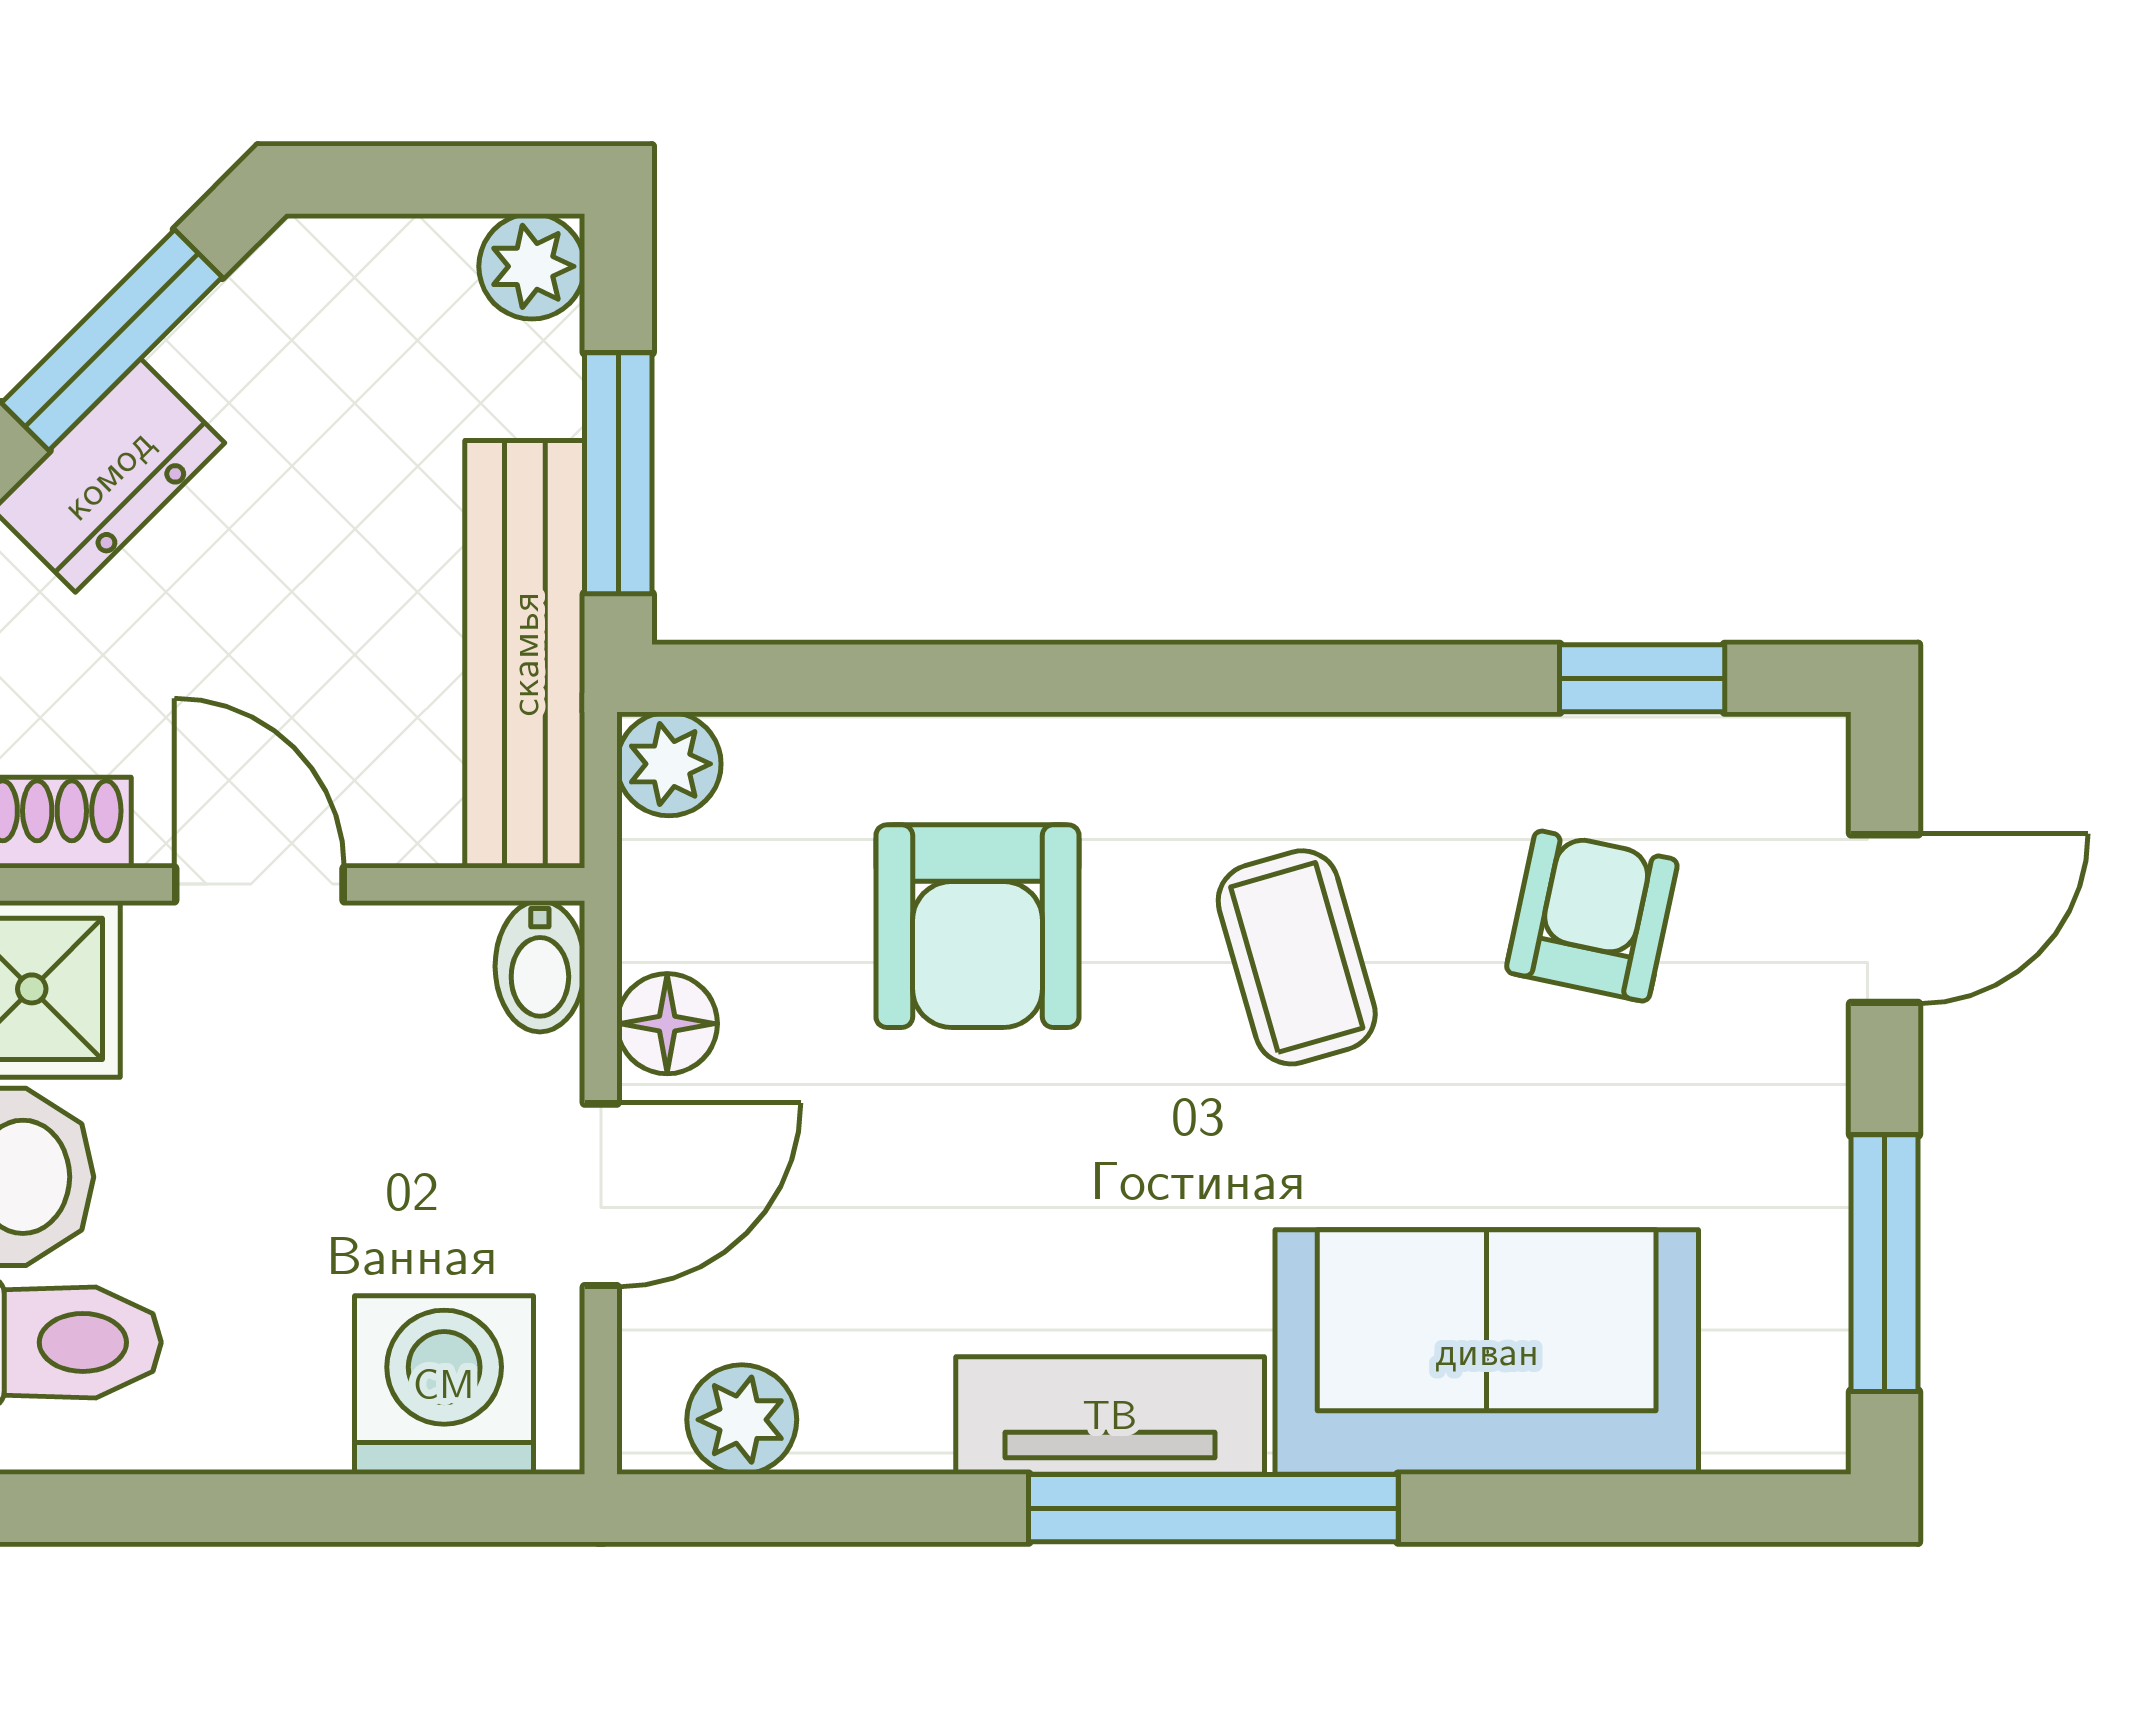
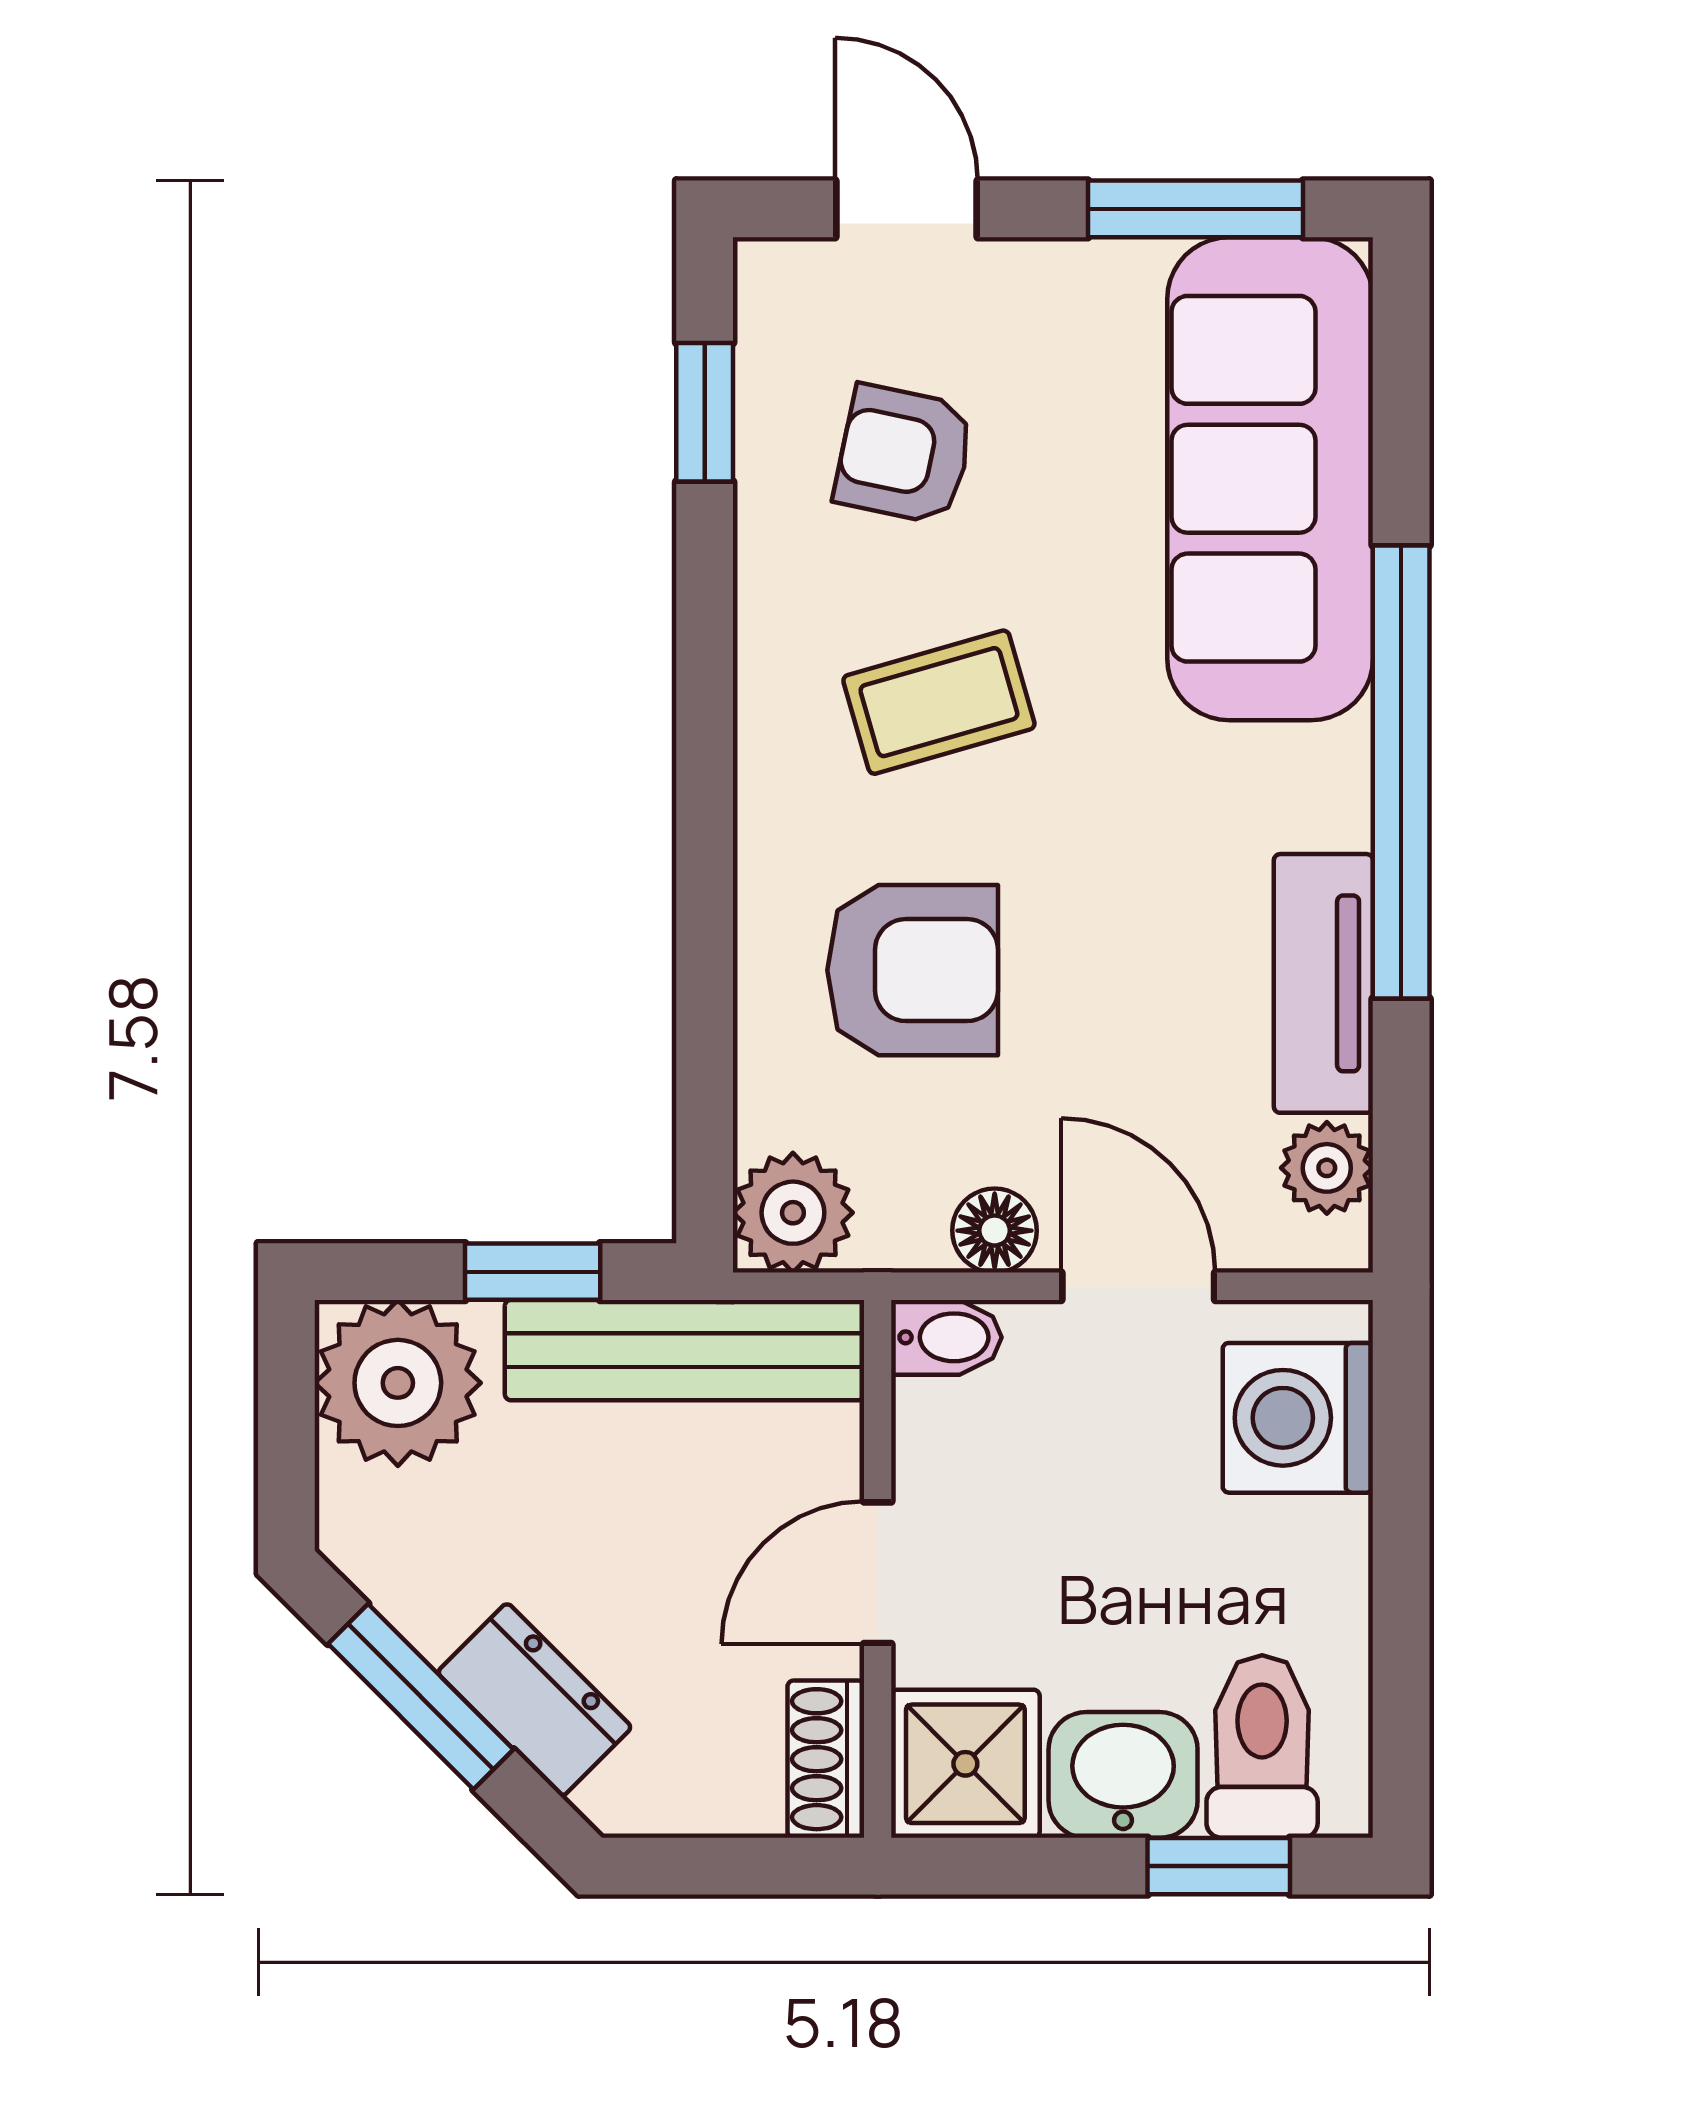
plant: (532, 266) -> (398, 1383), width x1.88, depth x1.88
window: (618, 473) -> (533, 1272), width x0.67
plant: (669, 764) -> (793, 1213), width x1.38, depth x1.38
sofa: (1487, 1352) -> (1270, 479), width x1.36
tv unit: (1110, 1416) -> (1323, 983), moved
window: (1213, 1508) -> (1401, 772), width x1.46

